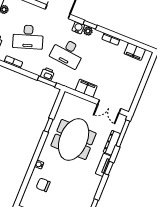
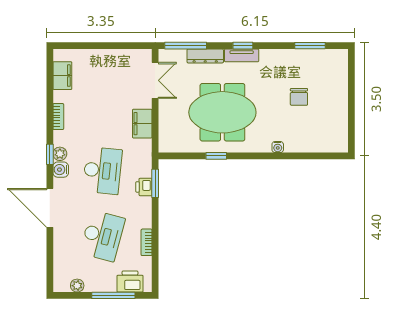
desk: (28, 37) -> (102, 236), turned 33
chair: (43, 185) -> (299, 97), moved

